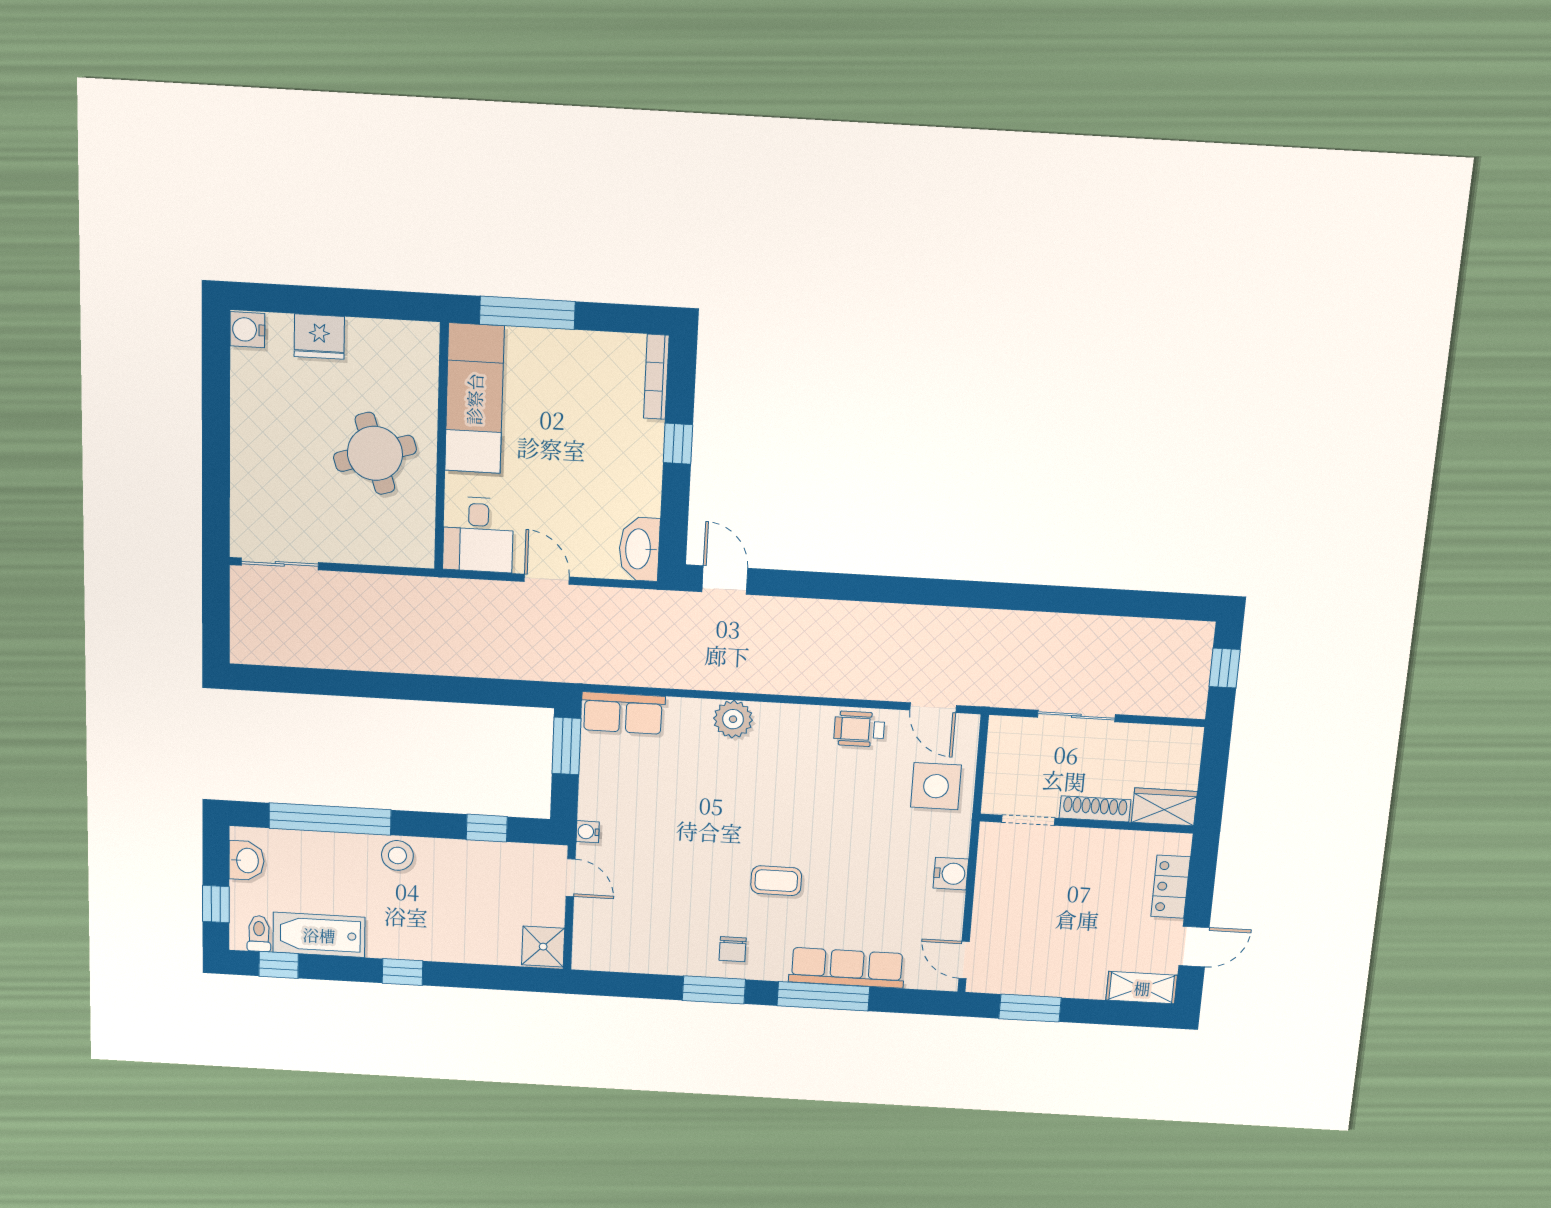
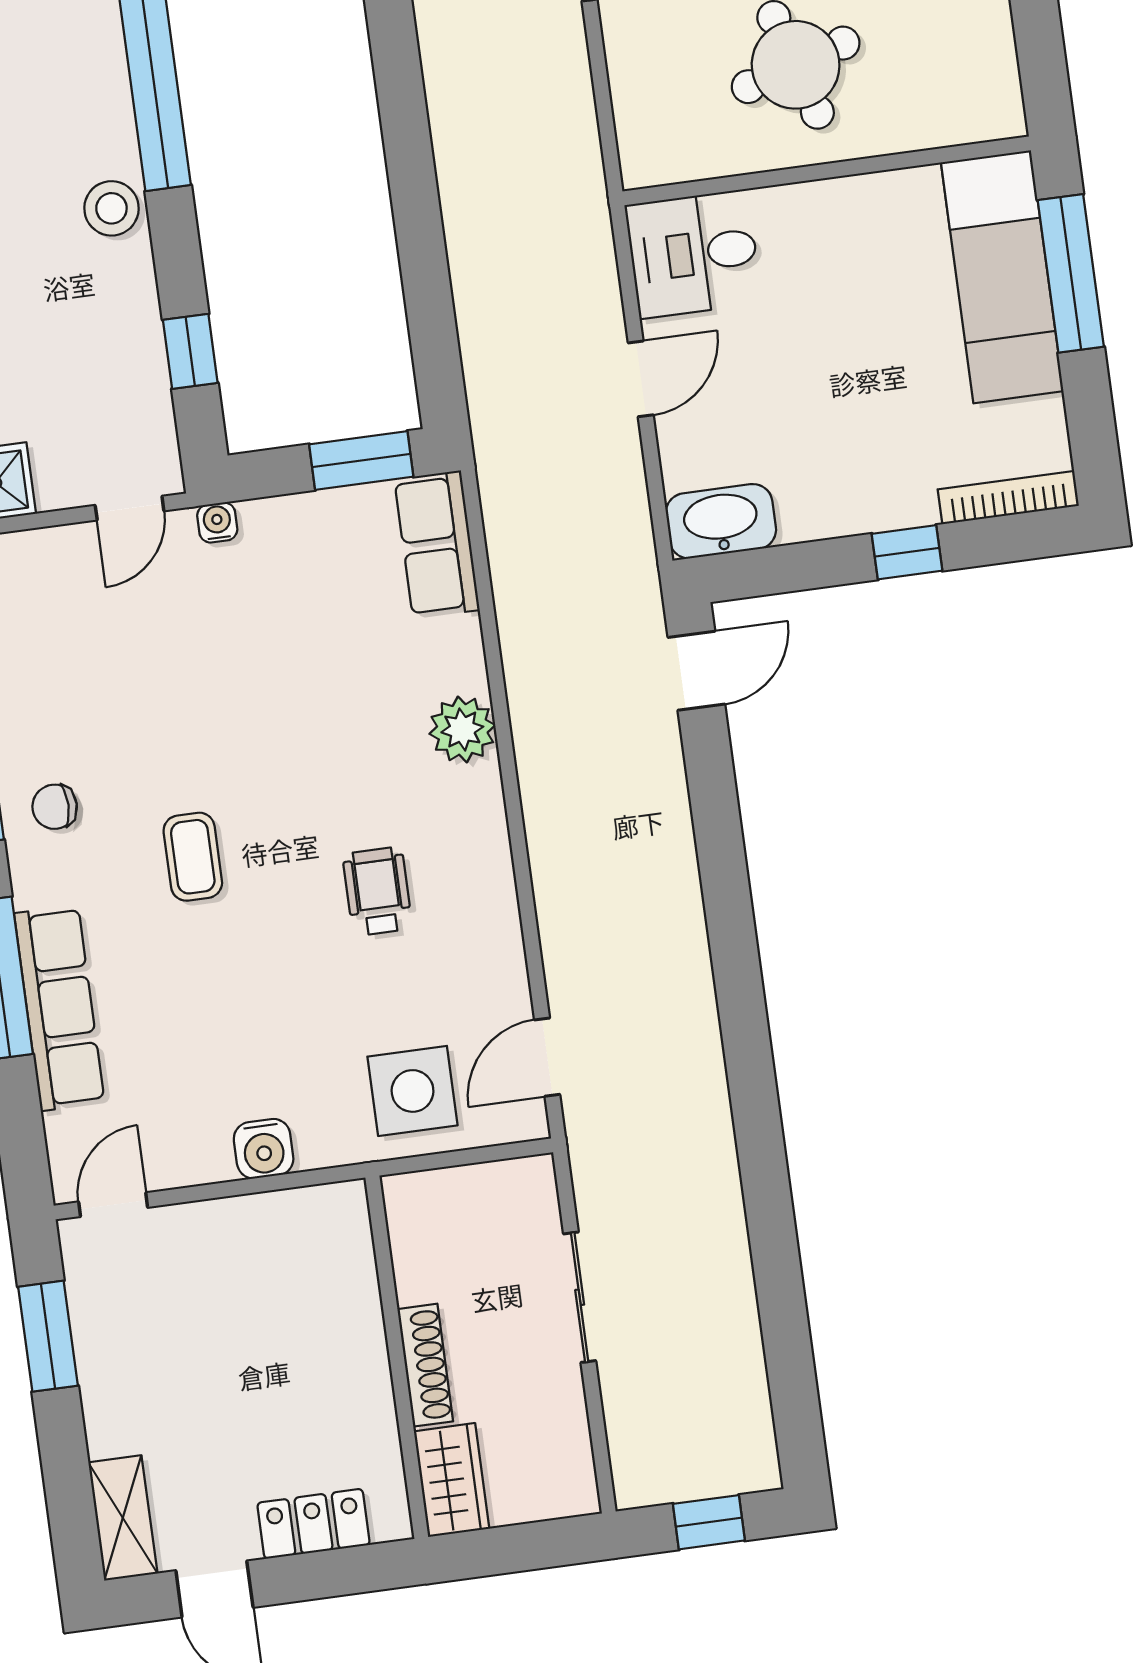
exam couch: (474, 399) -> (1002, 277), moved, turned 90
wheelchair: (859, 729) -> (377, 891), moved
doorway: (1028, 820) -> (383, 1258), removed

